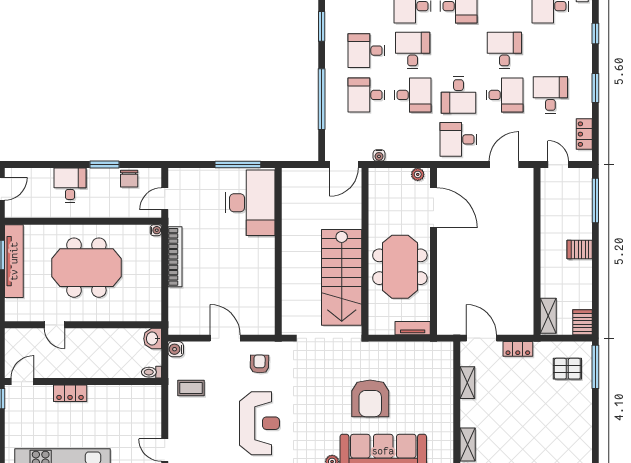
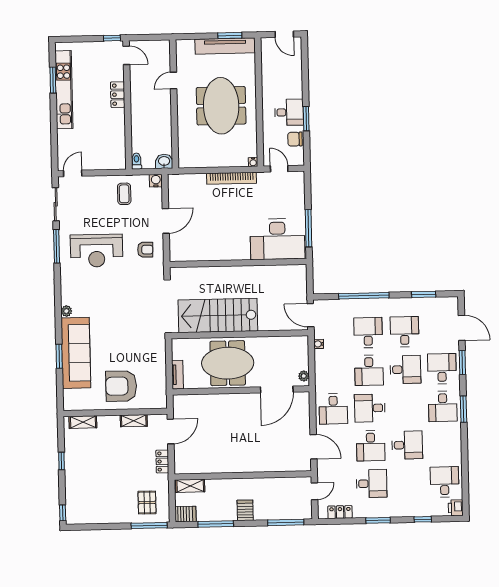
desk: (459, 139) -> (333, 409), turned 180
desk: (70, 185) -> (289, 112), moved
window: (595, 286) -> (216, 524), added
armchair: (370, 398) -> (121, 386), moved

